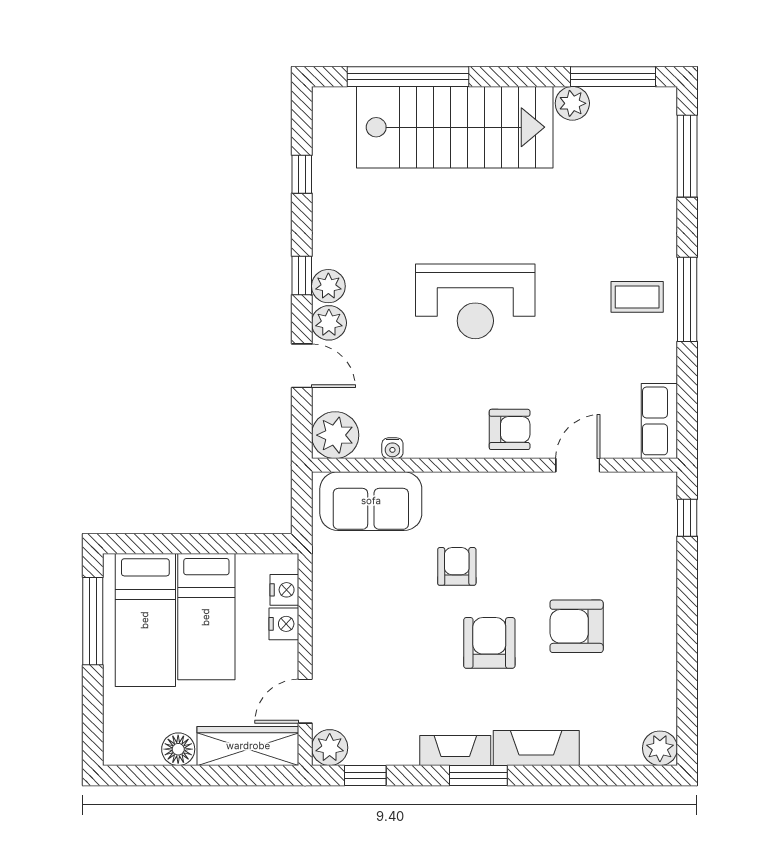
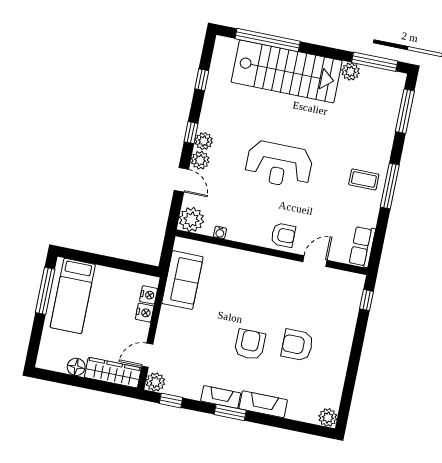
sofa: (371, 501) -> (182, 280), moved, turned -90
armchair: (457, 566) -> (241, 301), removed
bed: (206, 617) -> (105, 301), removed

